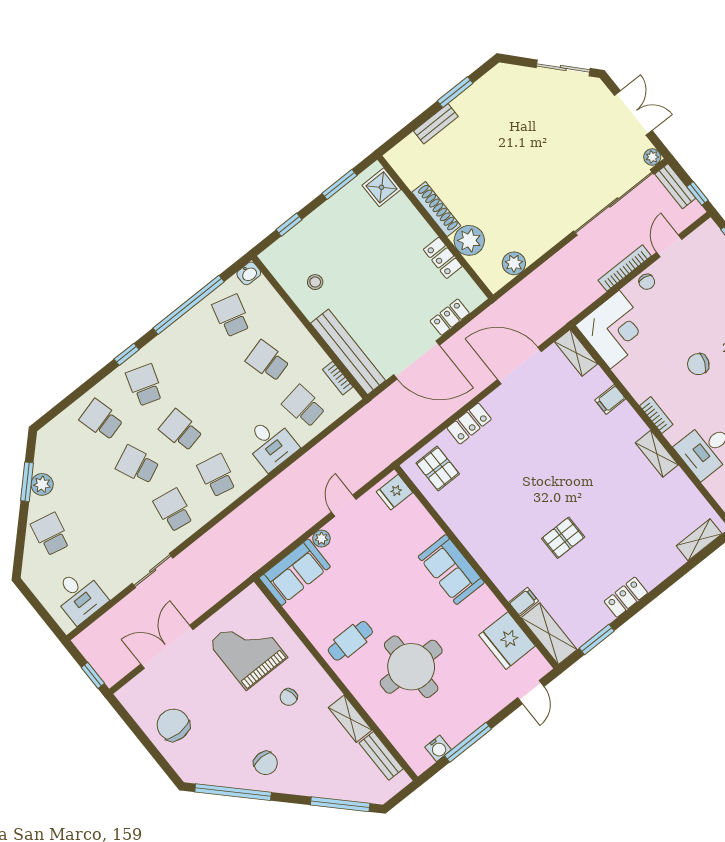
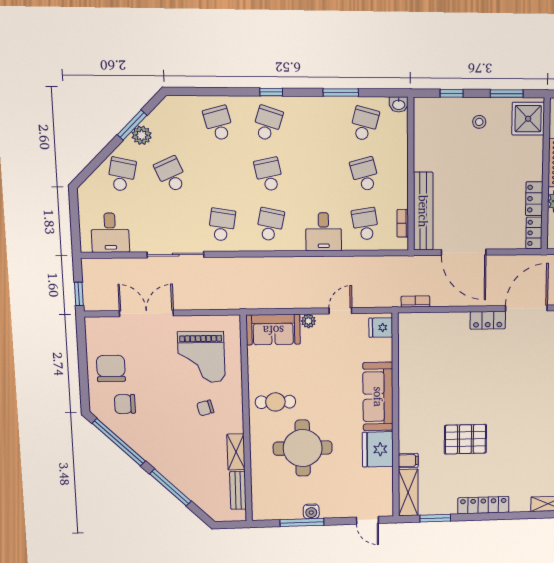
shower: (382, 187) -> (528, 119), width x1.36, depth x1.36
stool: (315, 282) -> (479, 122), moved
window: (189, 305) -> (341, 93), width x0.47
locker: (450, 317) -> (534, 233), moved, turned -90
door: (519, 365) -> (526, 308), hinge flipped
locker: (469, 424) -> (488, 320), moved
bookcase: (408, 442) -> (415, 301), added
school desk: (137, 465) -> (171, 175), moved
pallet: (438, 468) -> (421, 334), removed
pallet: (563, 538) -> (465, 439), width x1.50, depth x1.42
sofa: (451, 570) -> (378, 397), width x1.36
sliding door: (153, 571) -> (176, 255), width x1.37
locker: (626, 597) -> (483, 505), width x1.53
fridge: (507, 641) -> (378, 449), moved
grand piano: (248, 650) -> (201, 357), turned 180
door: (531, 692) -> (367, 520), hinge flipped
water cooler: (438, 748) -> (311, 511), moved
chair: (266, 763) -> (125, 404), moved, turned 90
window: (340, 804) -> (170, 488), moved

